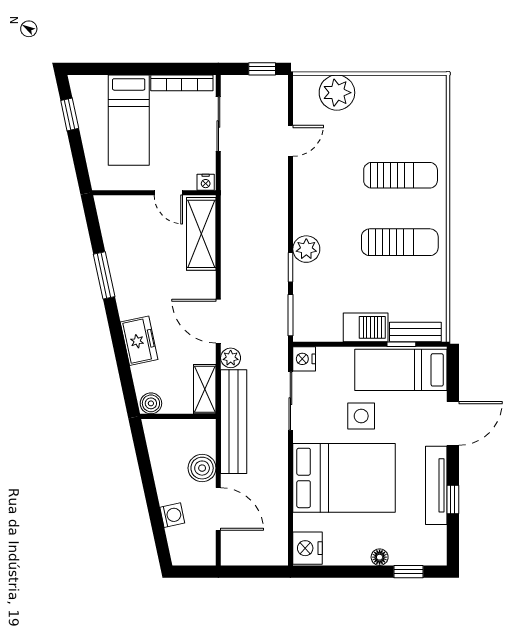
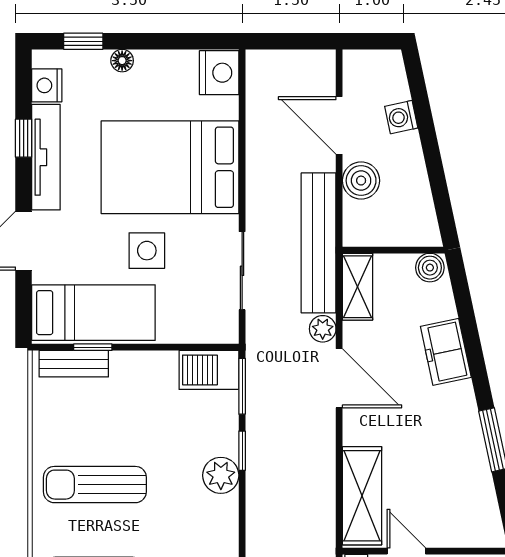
barbecue: (366, 327) -> (209, 370), moved
nightstand: (304, 359) -> (47, 85), moved, turned 180

